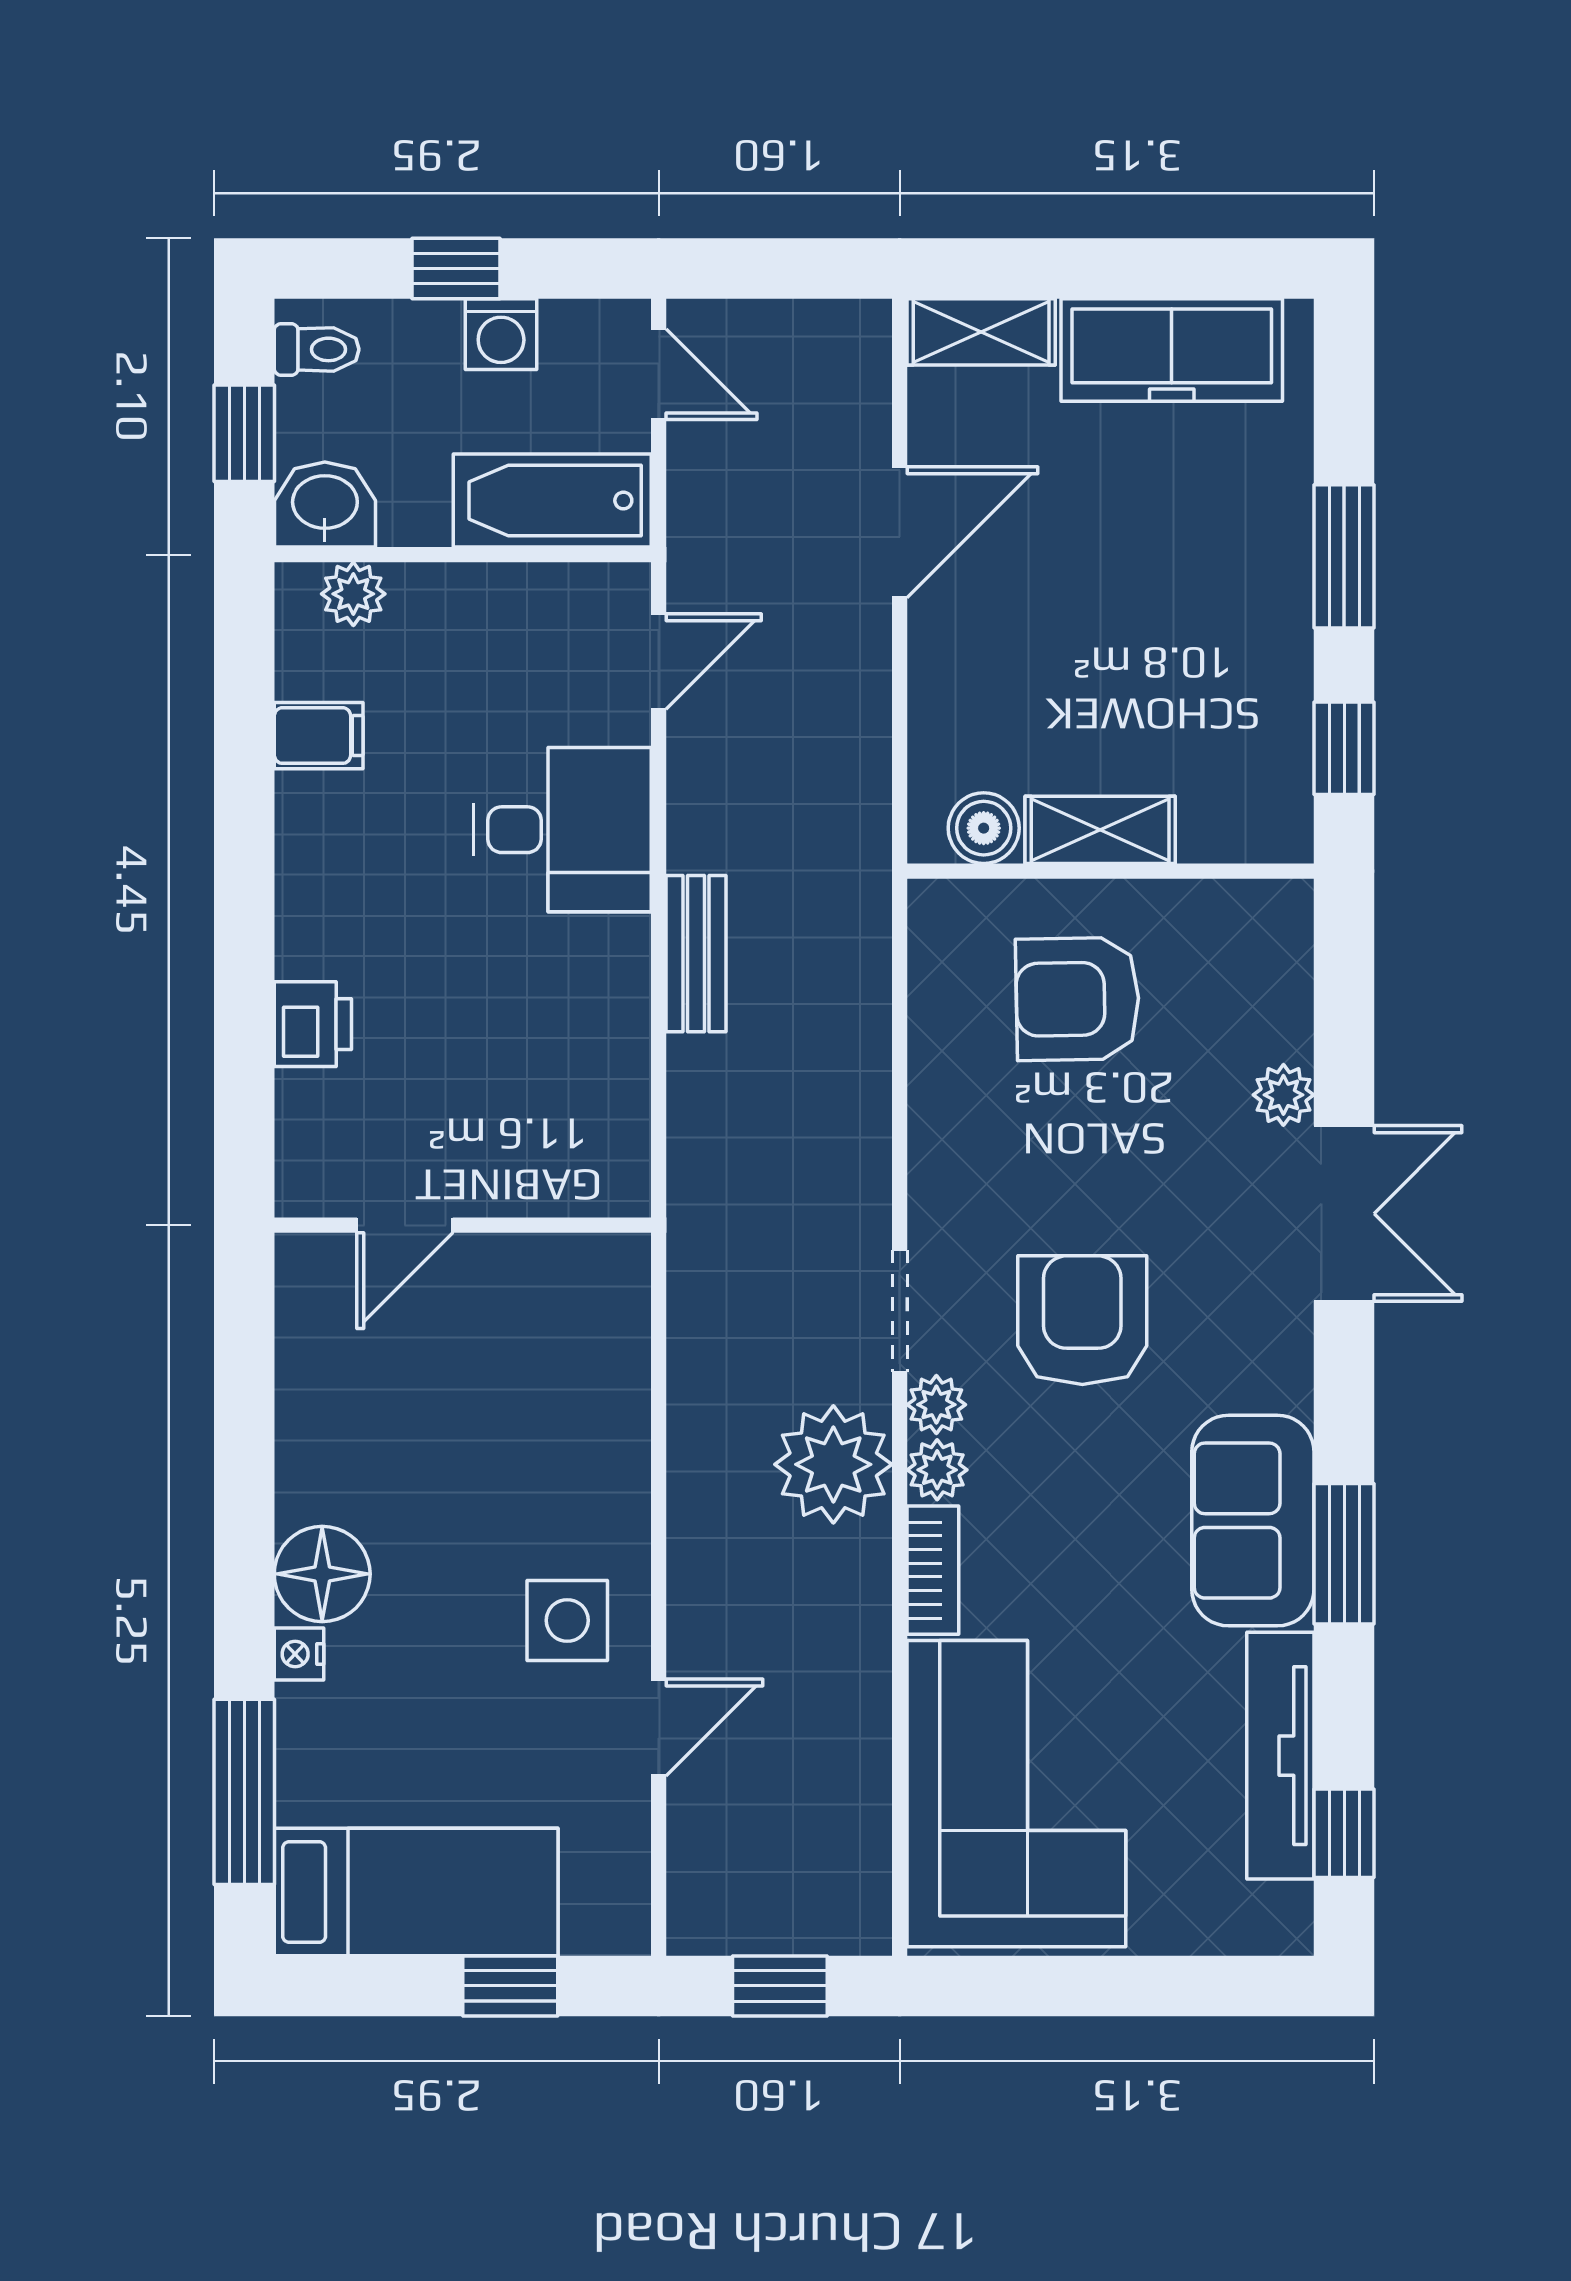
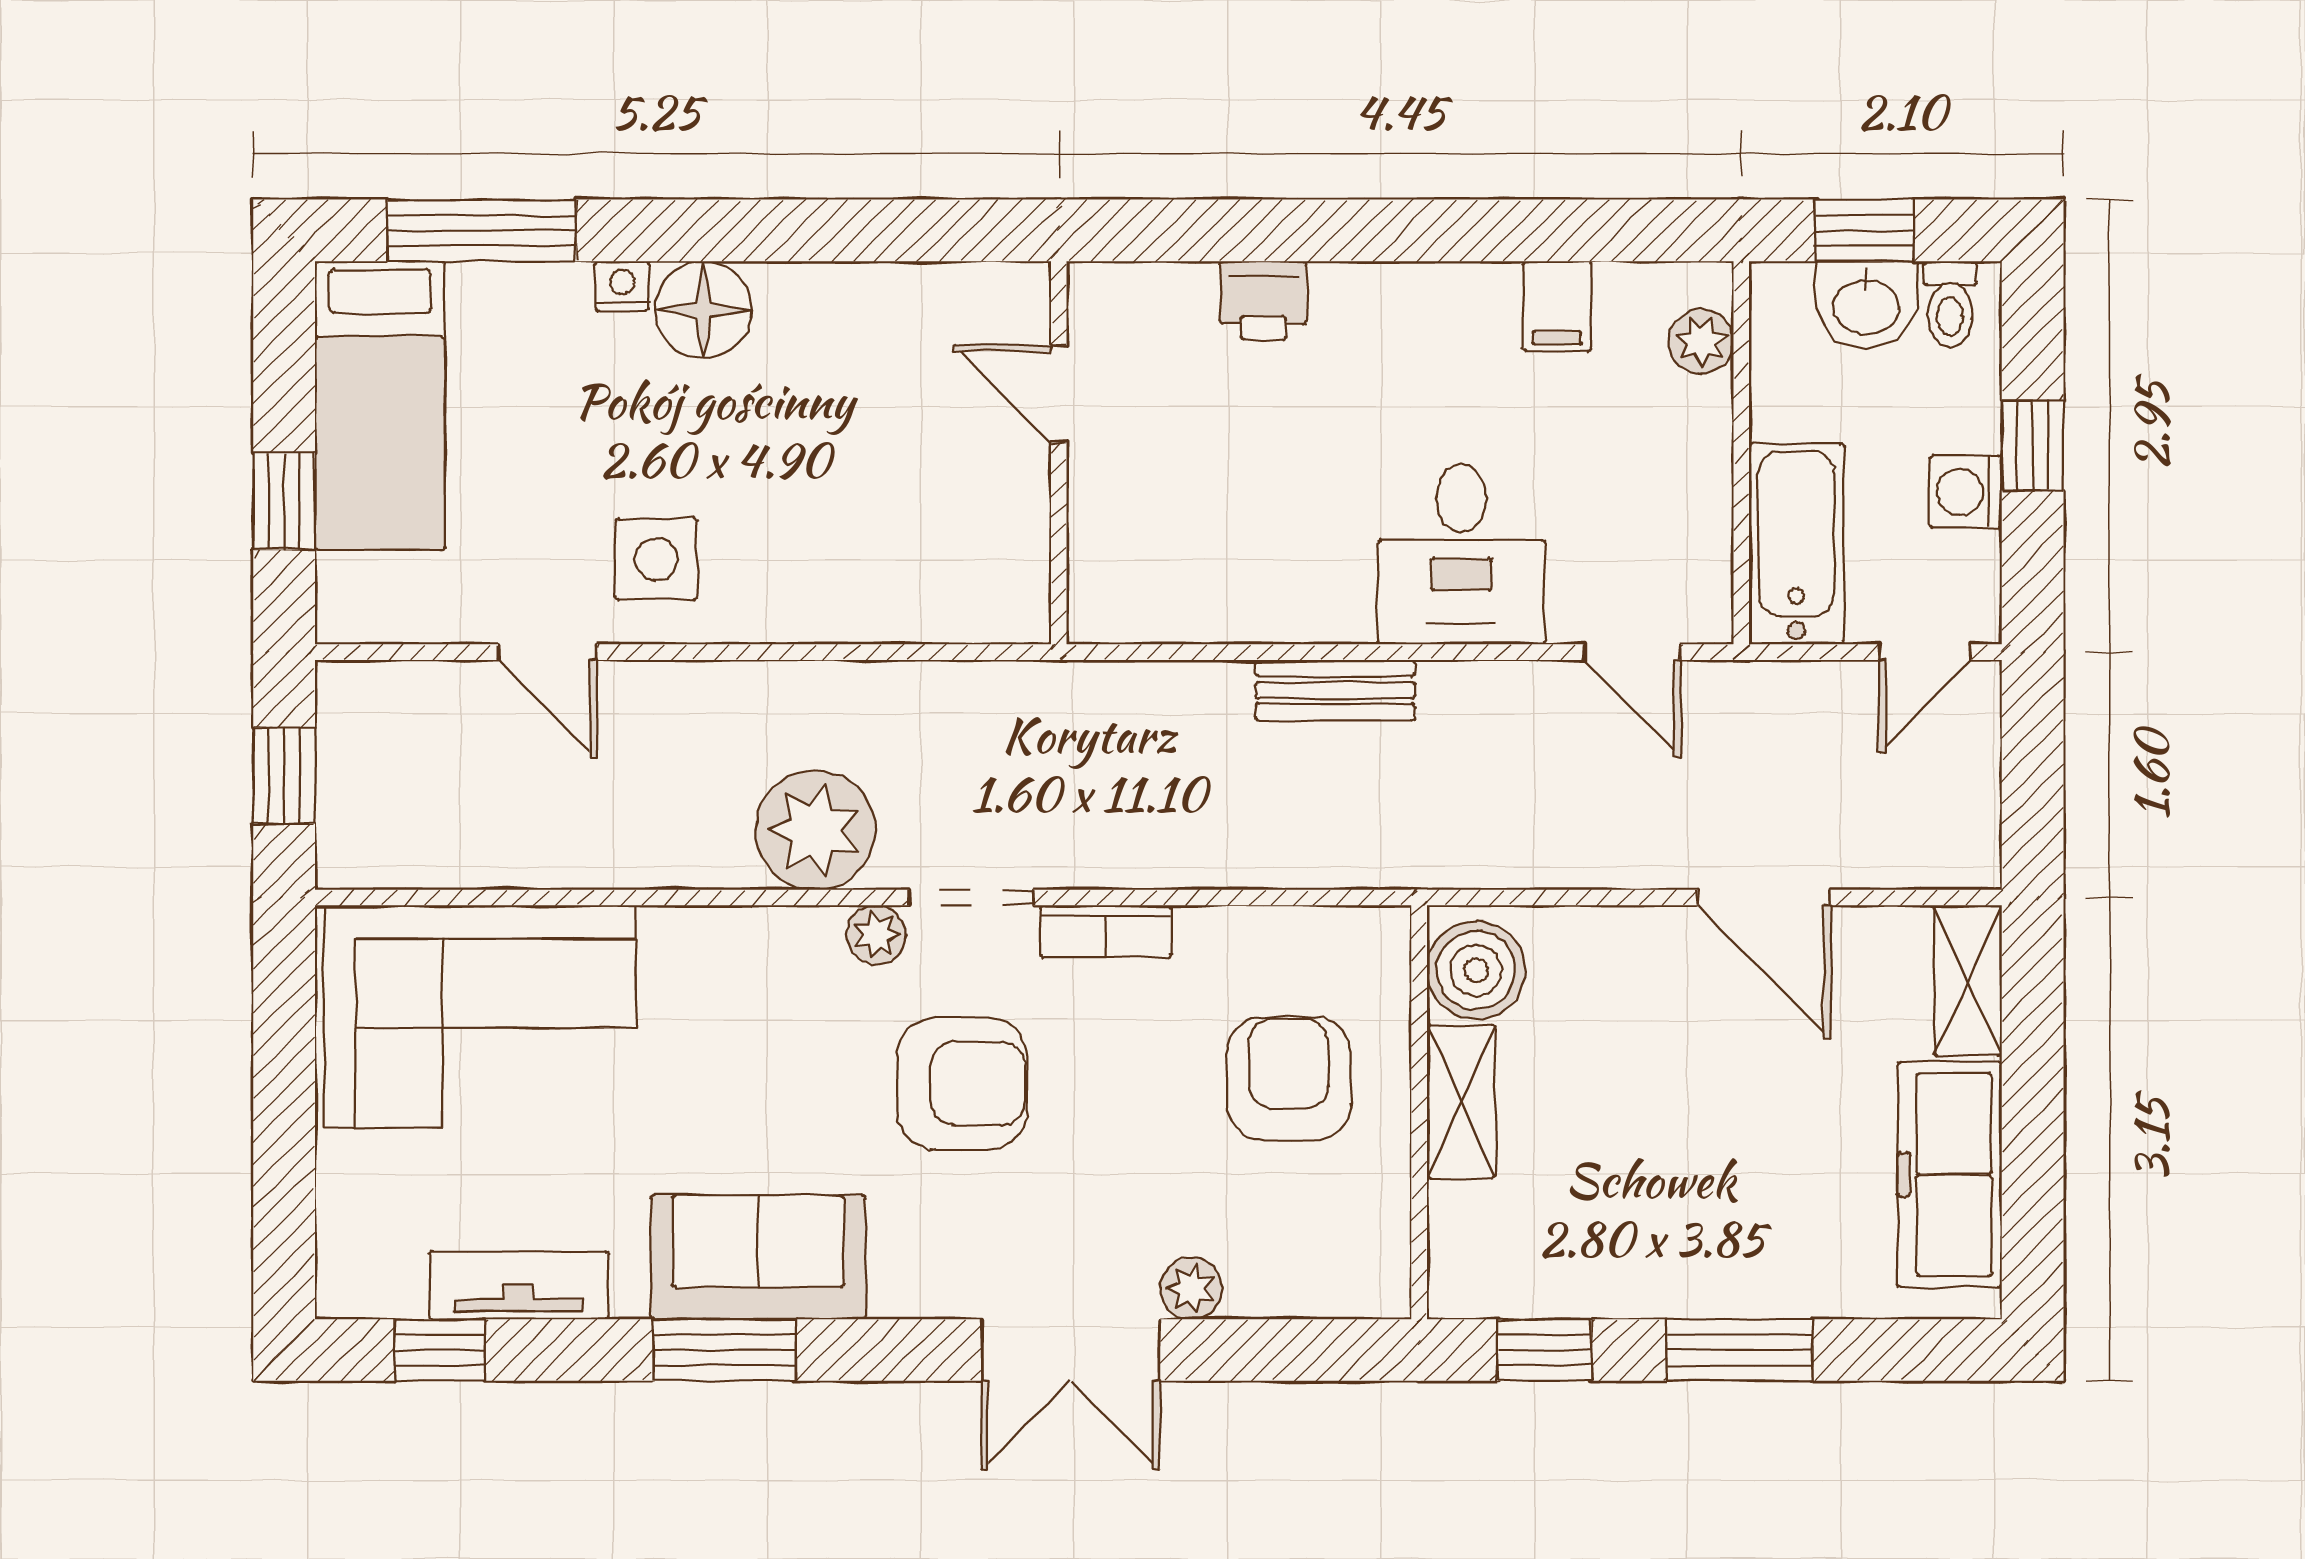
washbasin: (325, 505) -> (1866, 304), moved, turned 90
boiler: (984, 828) -> (1476, 970), width x1.36, depth x1.36
plant: (937, 1470) -> (810, 936), removed
bookcase: (933, 1570) -> (1106, 931), moved
tv unit: (1280, 1756) -> (519, 1285), width x0.71

